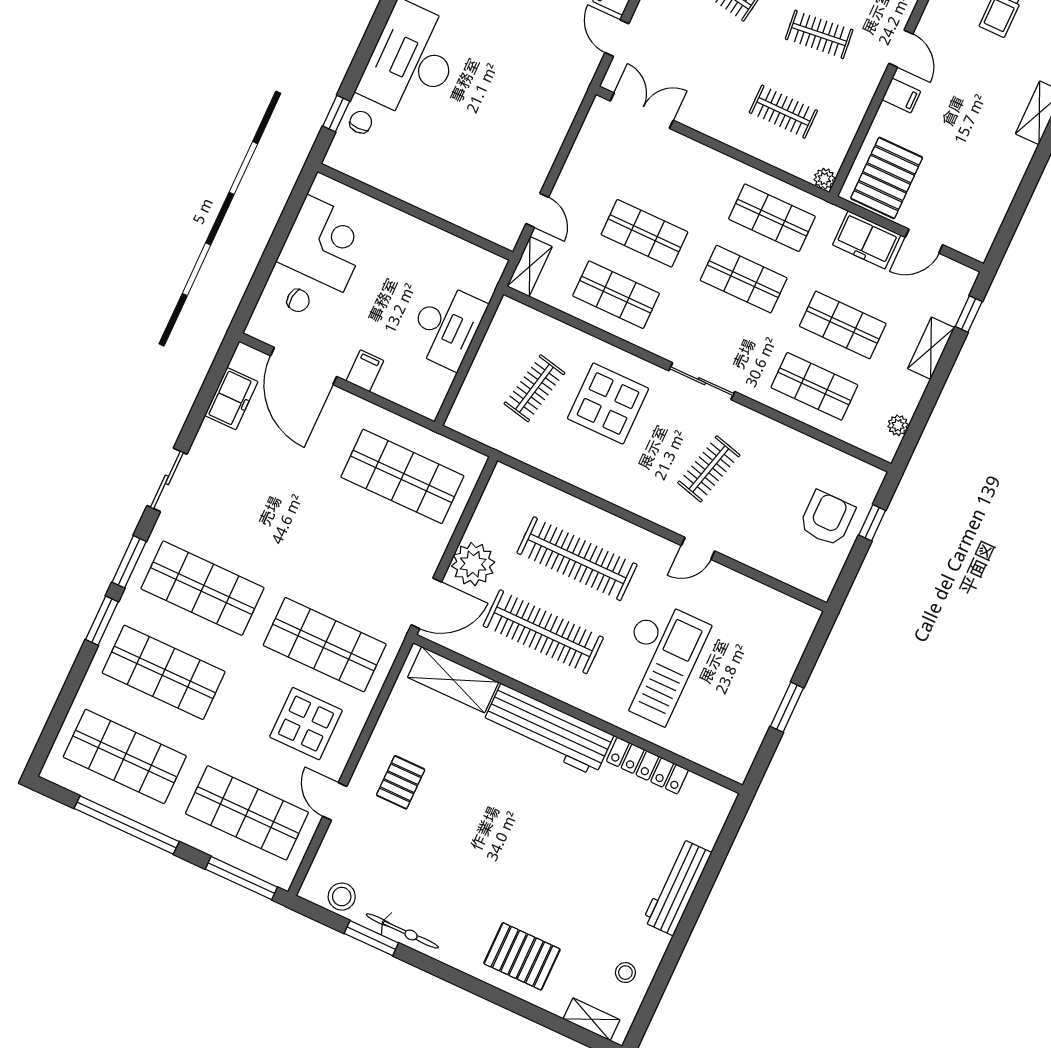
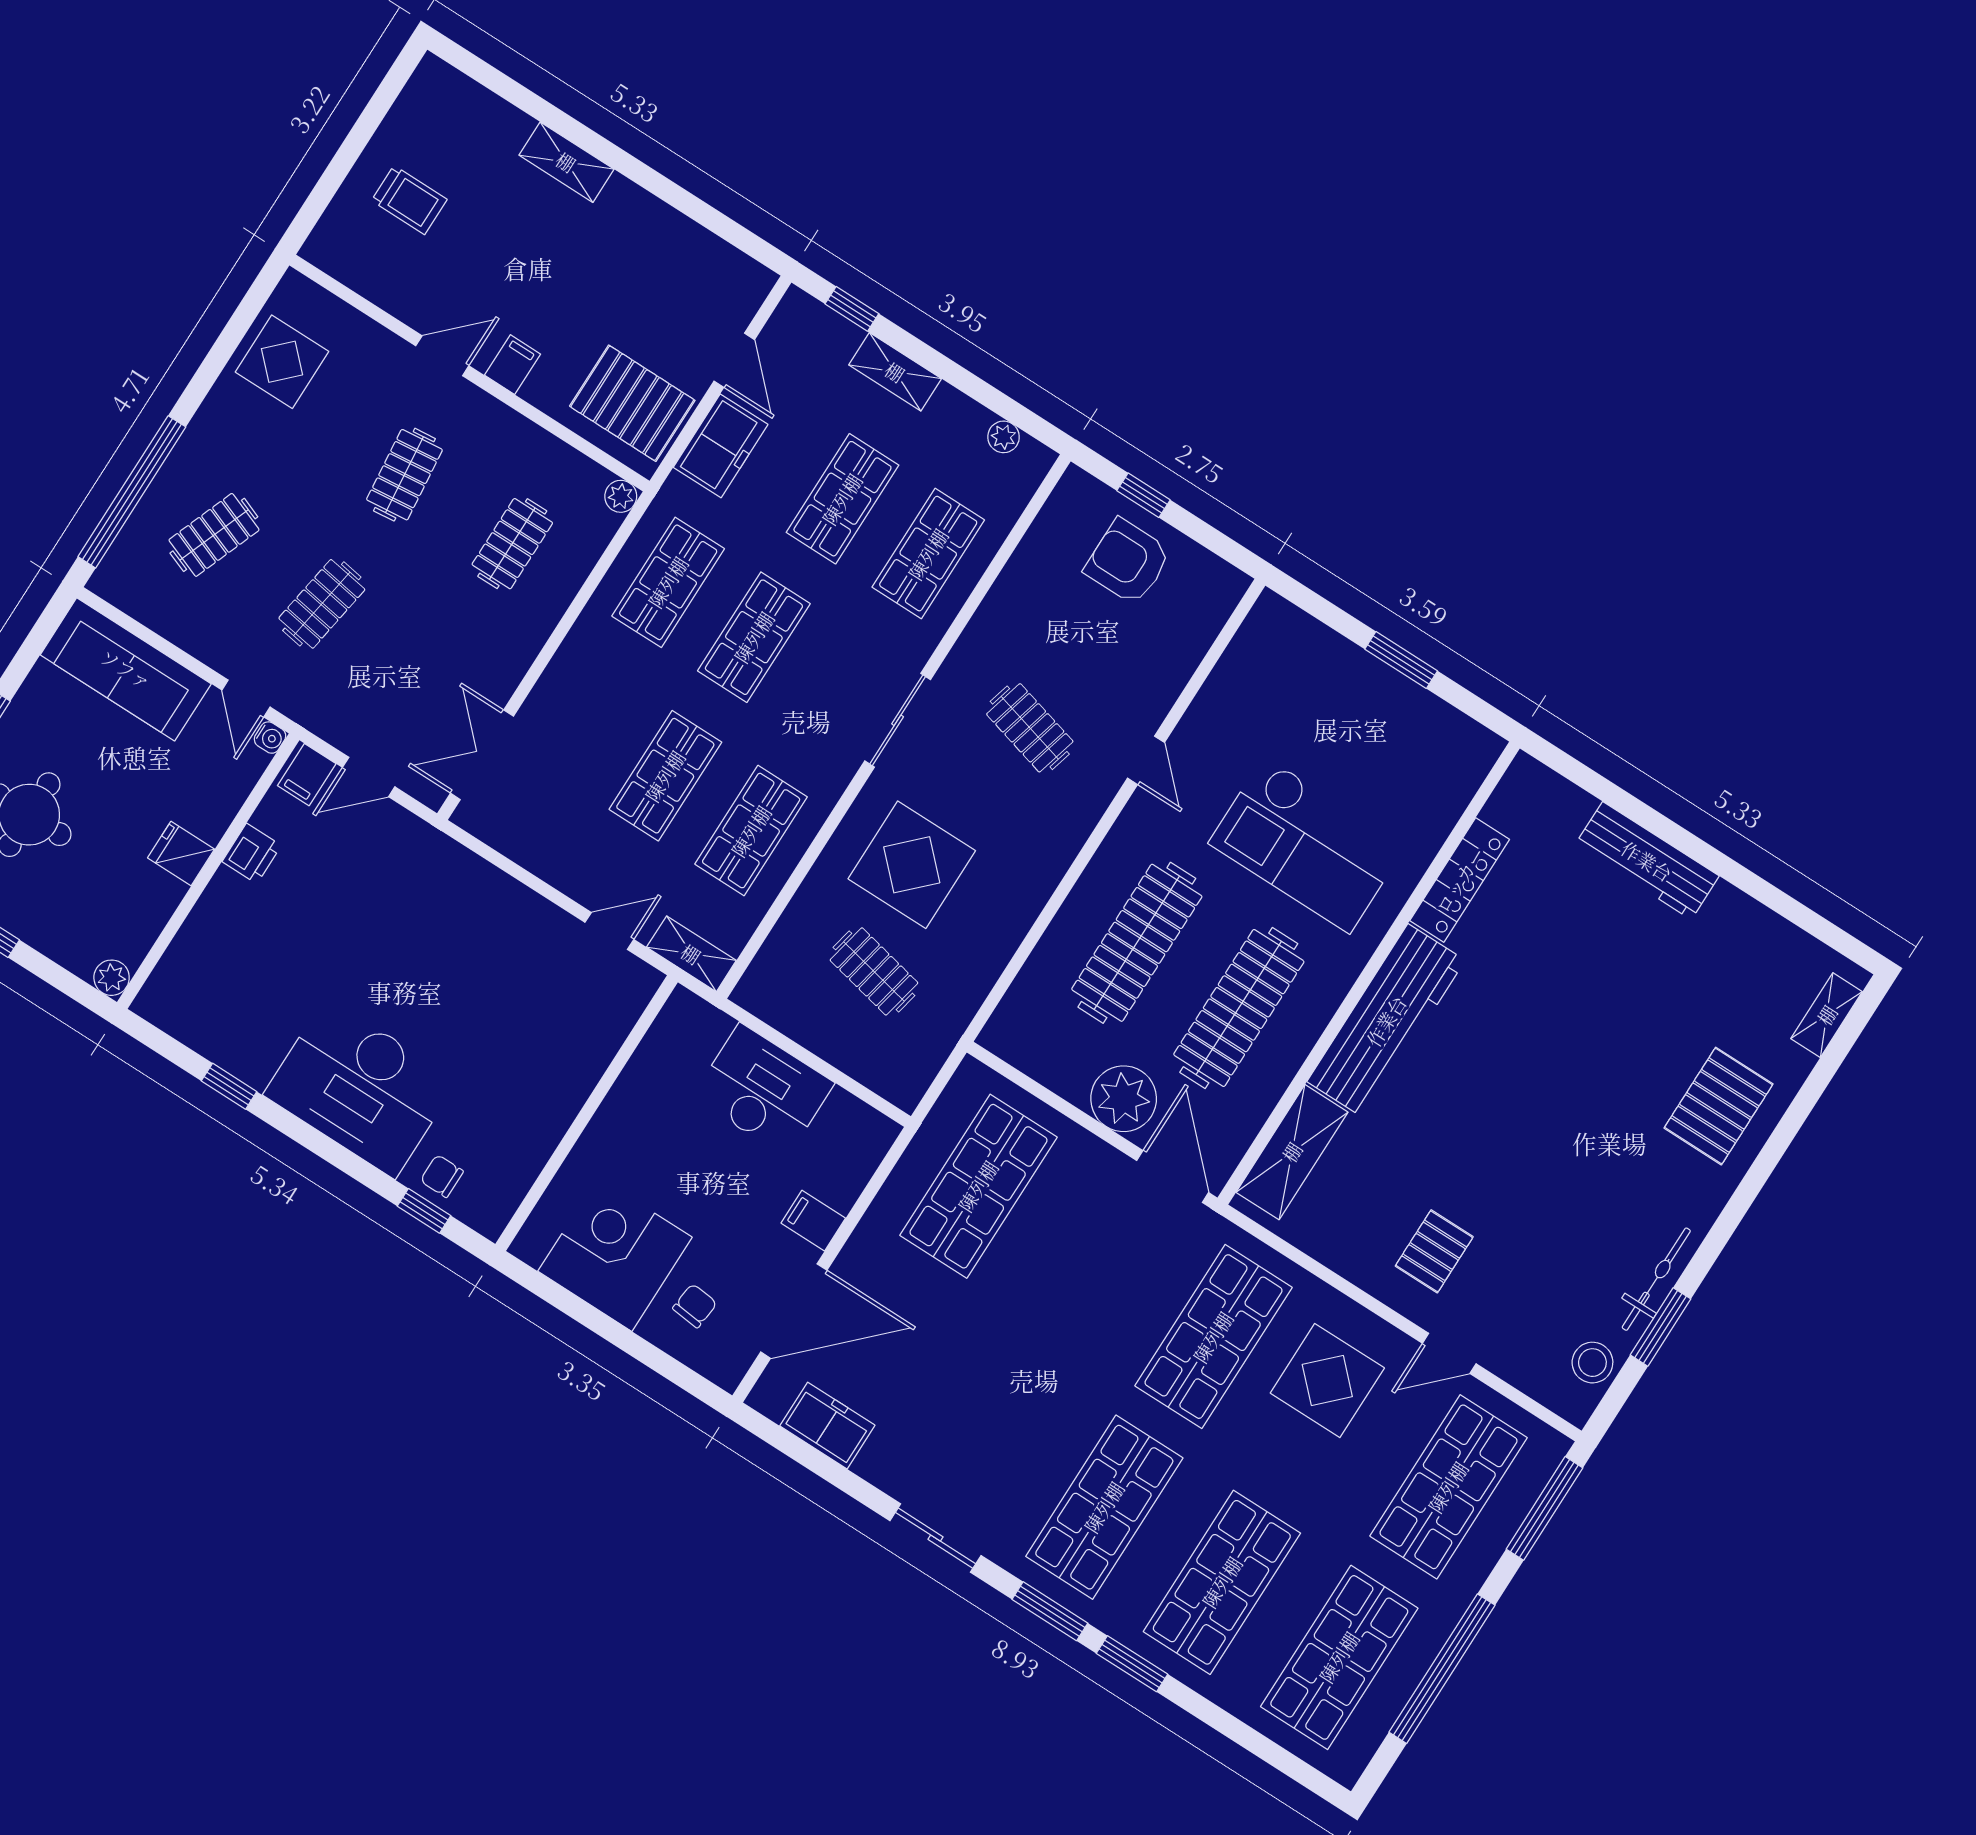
checkout: (657, 662) -> (1307, 845), turned 180
pallet: (401, 782) -> (1434, 1251), turned 90
stool: (625, 973) -> (1764, 955), removed

